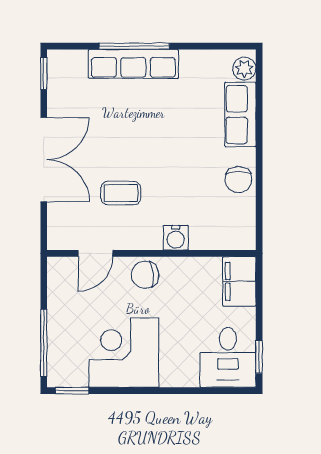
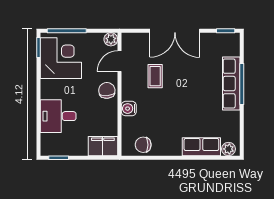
chair: (238, 180) -> (143, 145), moved
door: (95, 253) -> (119, 61), hinge flipped
plant: (58, 268) -> (111, 39), added
corner desk: (124, 353) -> (61, 58), moved
desk: (228, 357) -> (58, 116), moved

